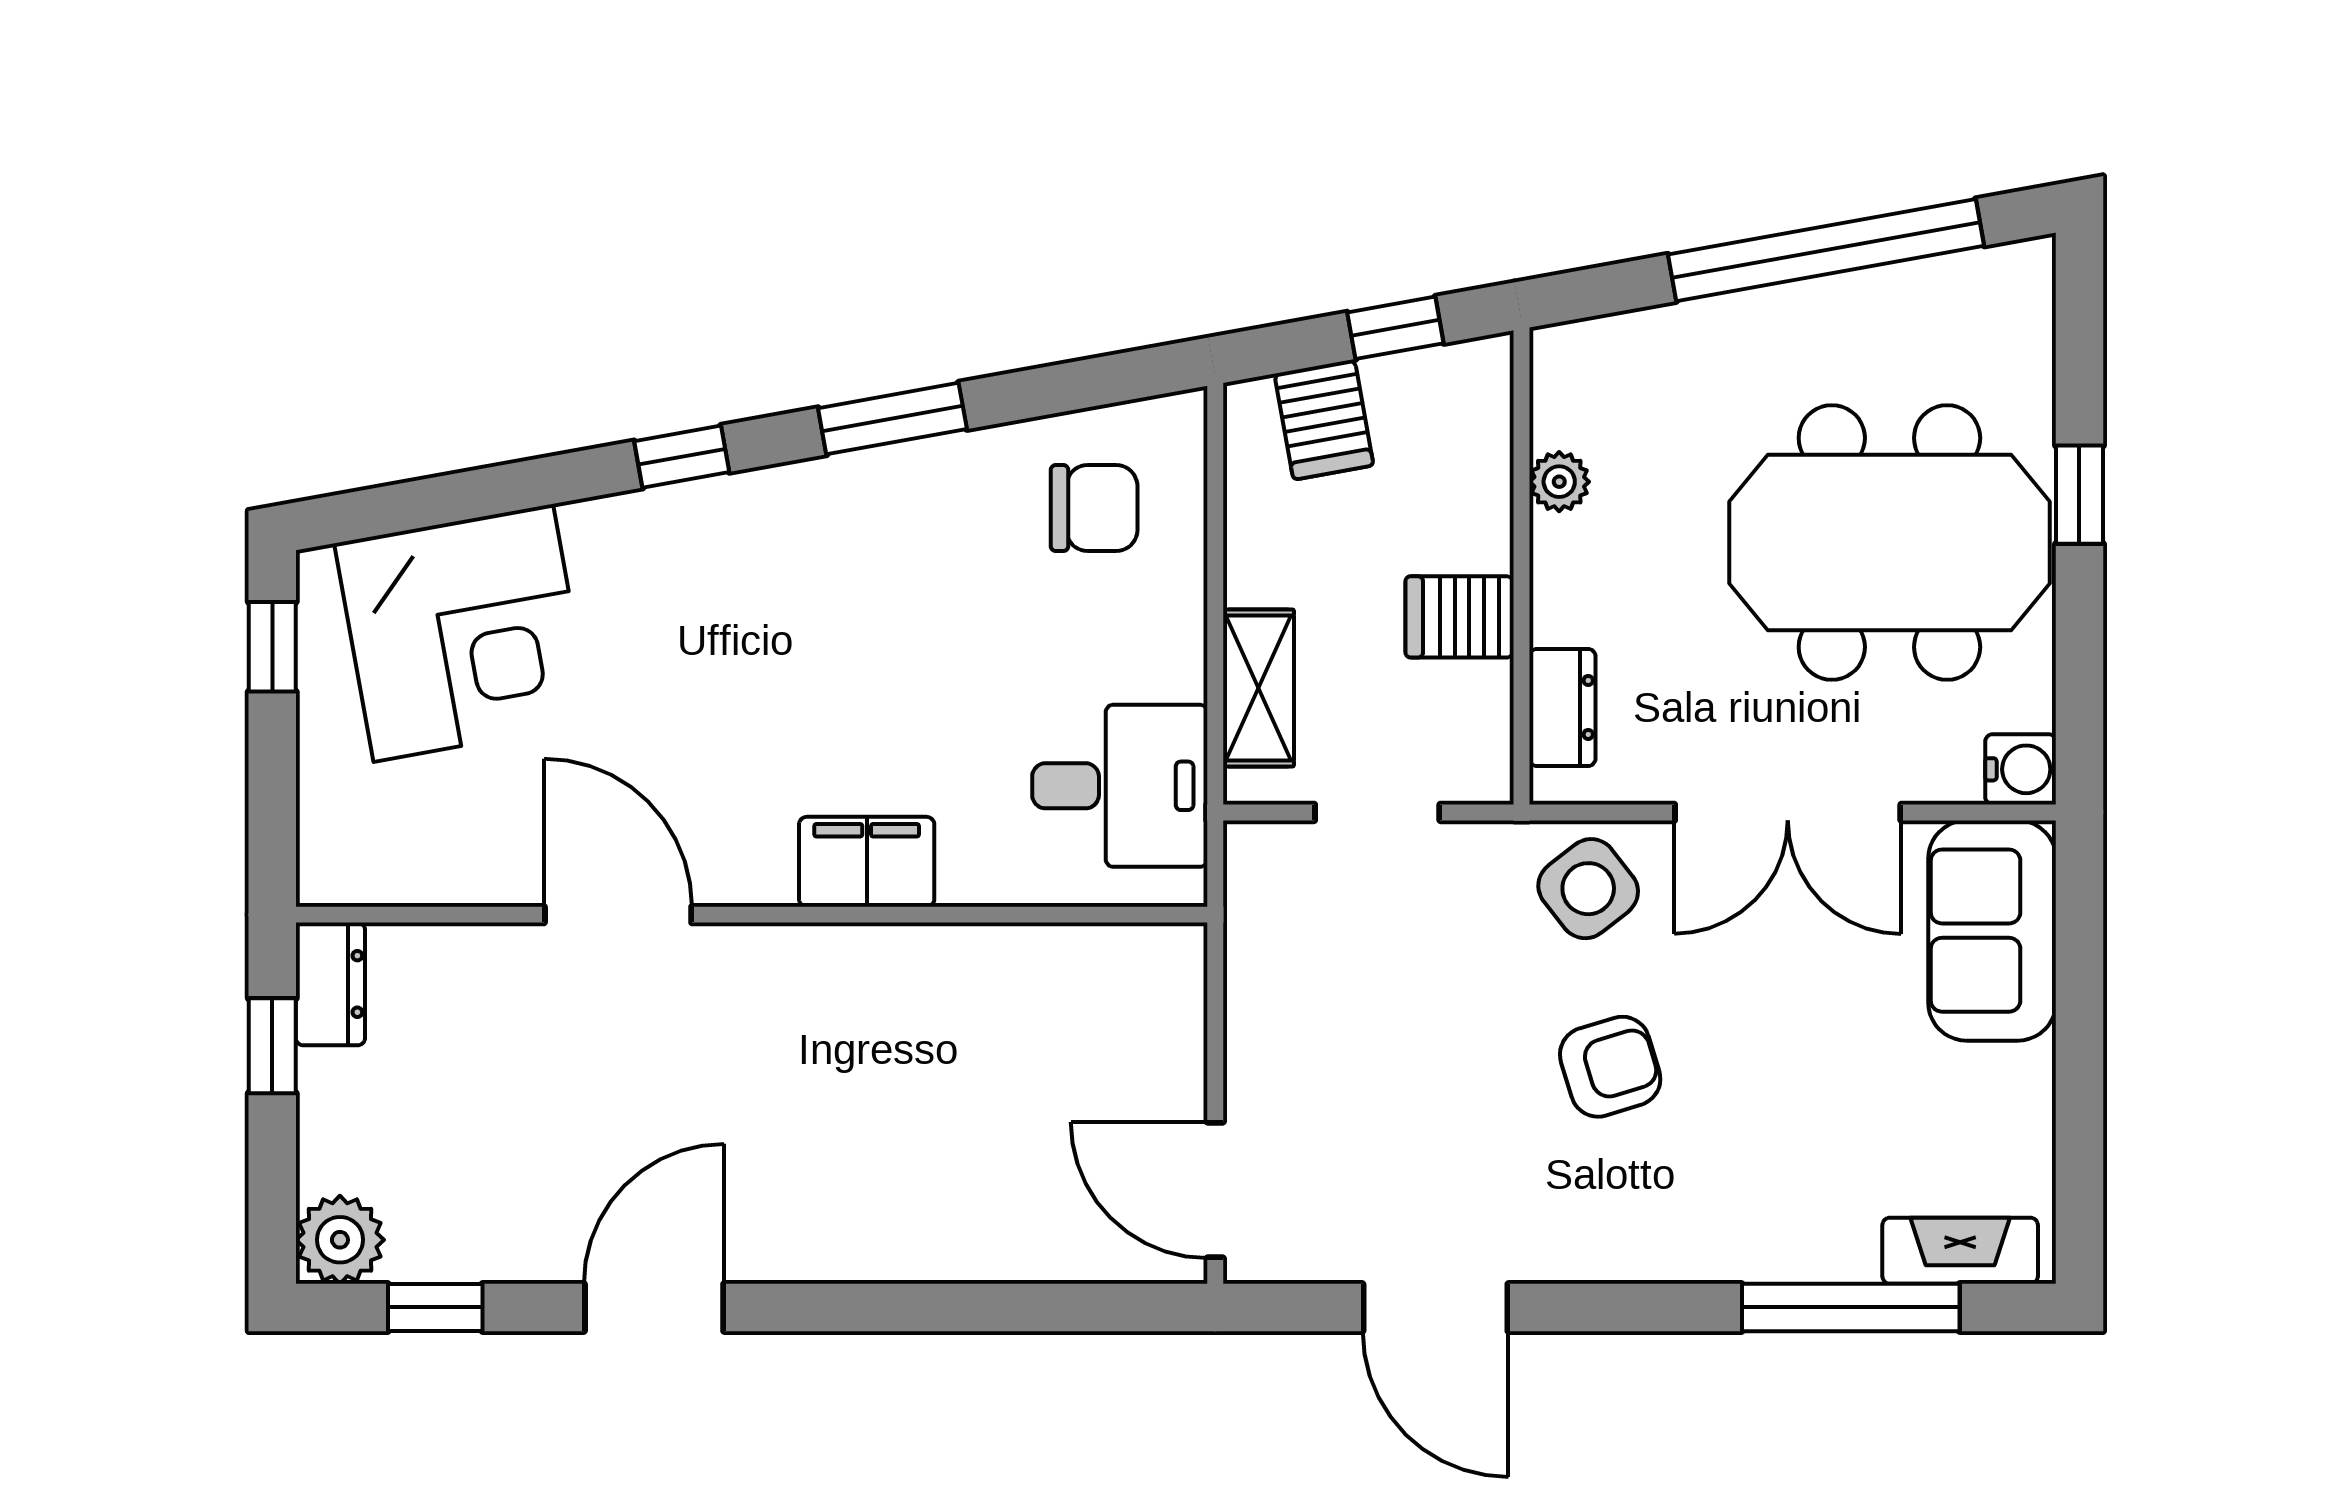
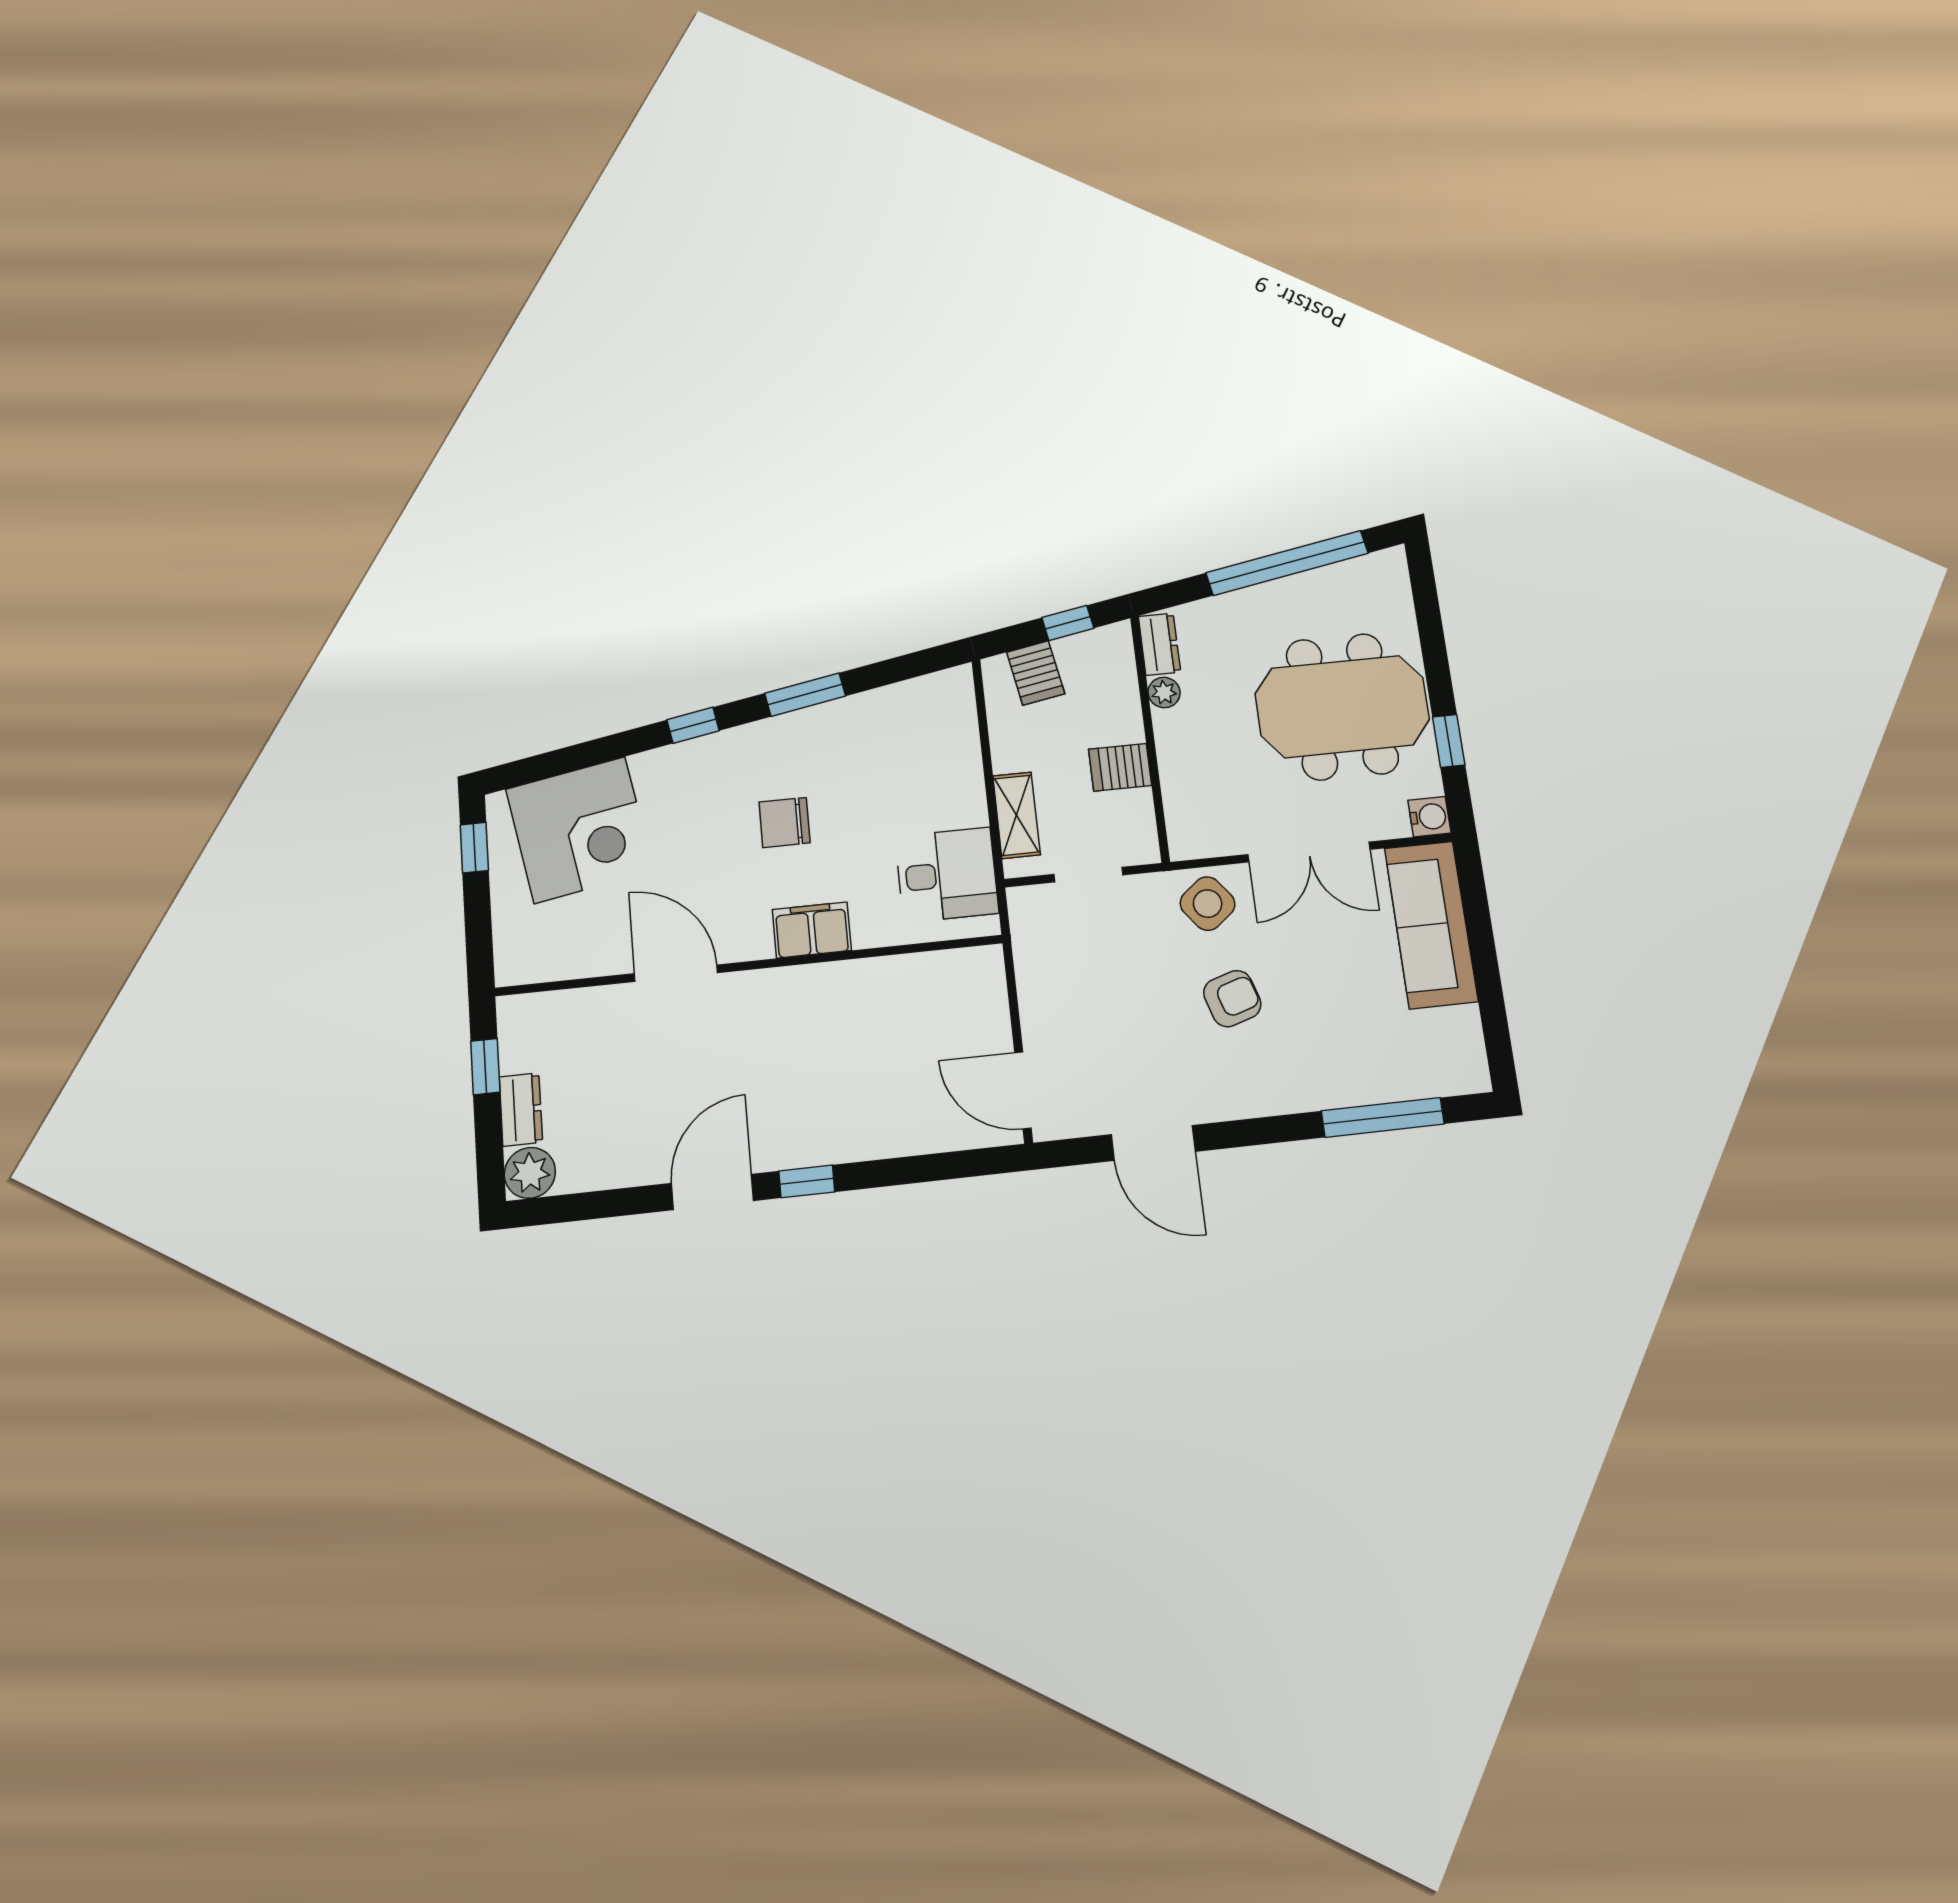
window: (2079, 495) -> (1449, 741), moved
chair: (1094, 508) -> (785, 822), moved, turned 180
dresser: (1562, 707) -> (1159, 644), moved
sofa: (1992, 931) -> (1431, 925), width x1.36
dresser: (330, 984) -> (521, 1110), moved
fireplace: (1960, 1251) -> (1438, 1079), removed
window: (435, 1307) -> (807, 1181), moved

